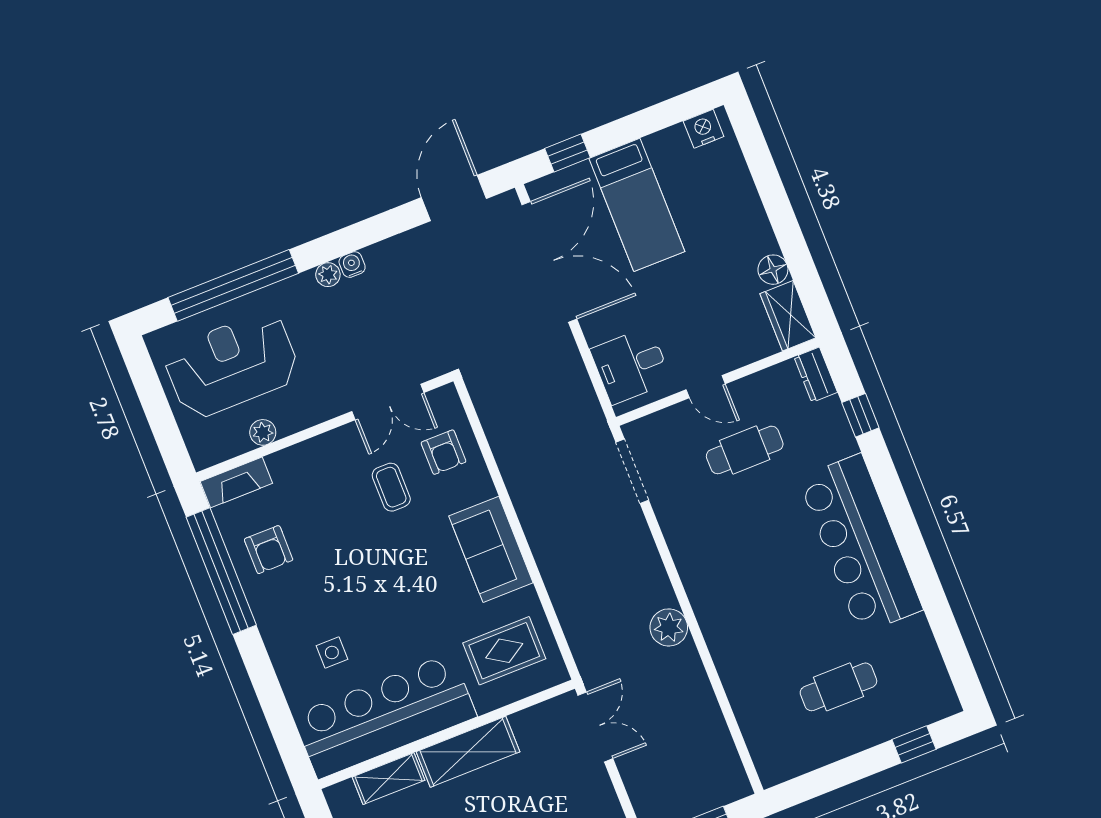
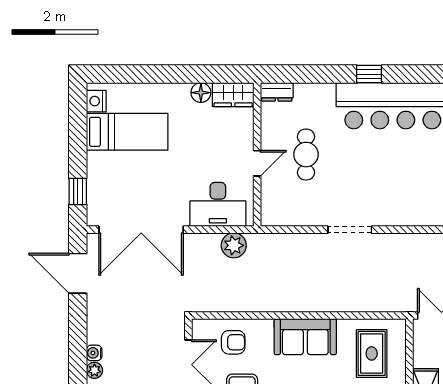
bed: (637, 205) -> (127, 132), moved
double door: (549, 262) -> (141, 230), swing flipped
desk: (631, 365) -> (218, 204), width x1.37
window: (860, 415) -> (369, 74), moved
doorway: (632, 471) -> (350, 230), moved
plant: (669, 627) -> (234, 245), moved

